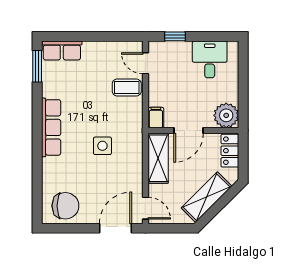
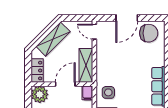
side table: (102, 146) -> (108, 92), moved
chair: (65, 206) -> (149, 33), turned 180
door: (116, 228) -> (127, 18), moved

